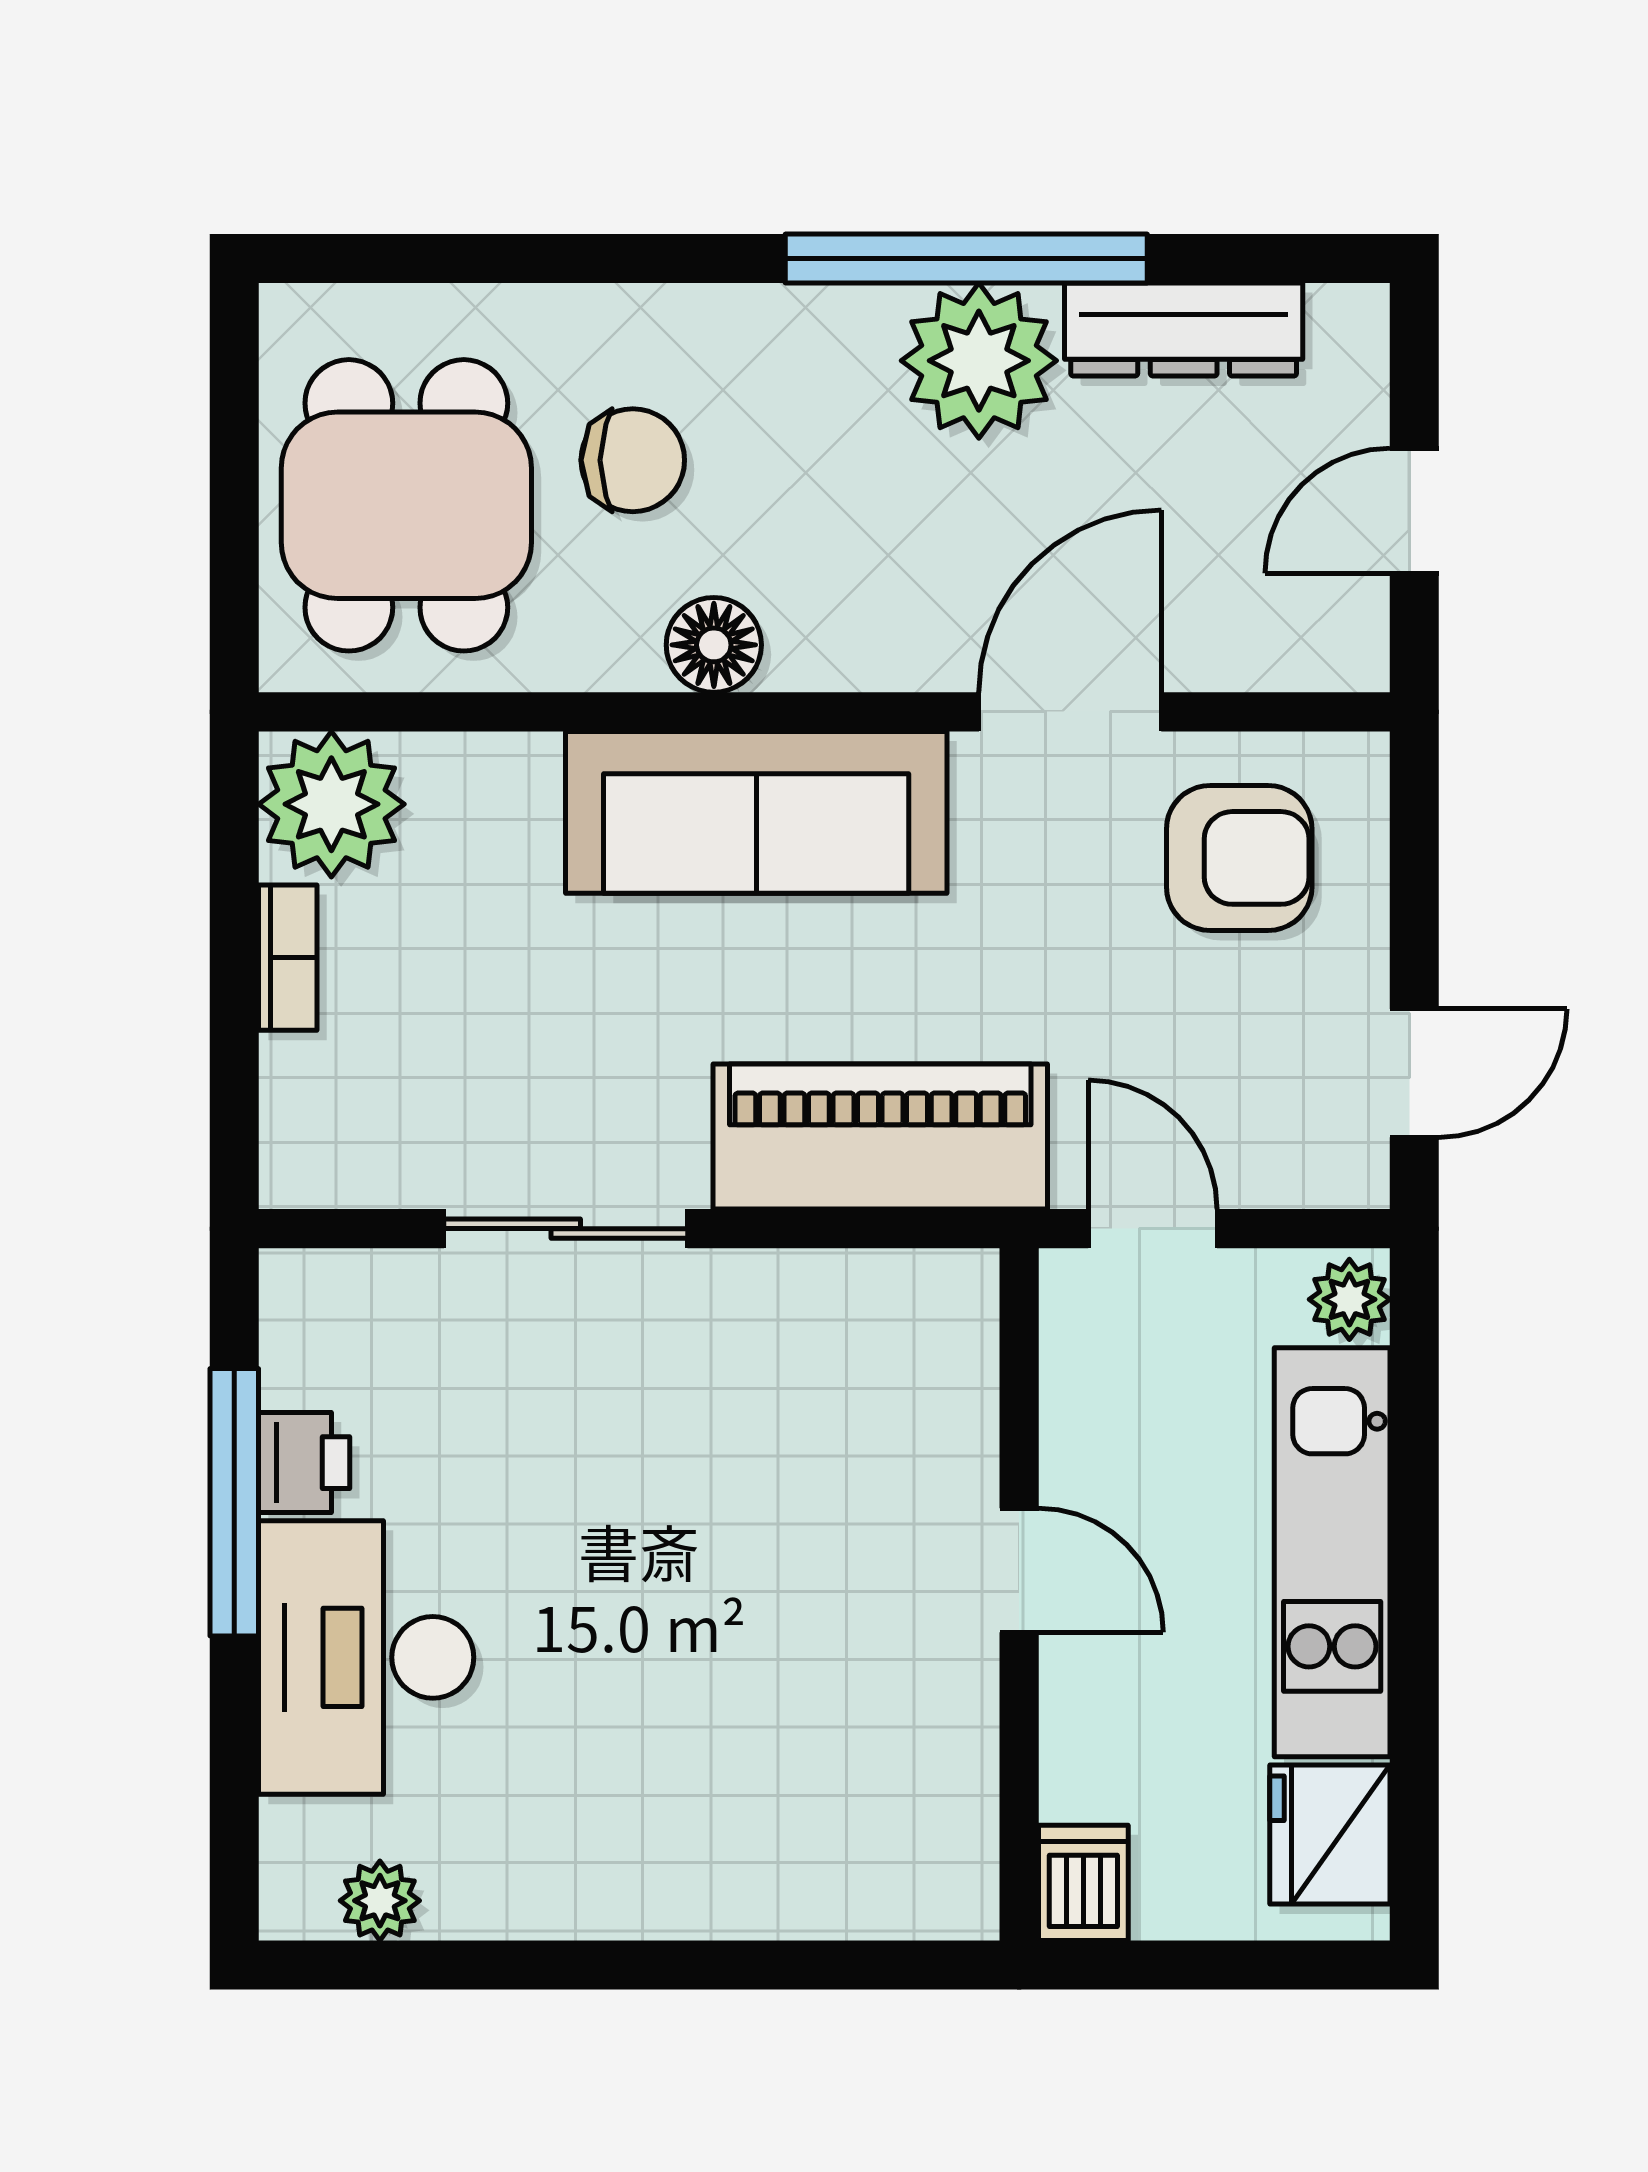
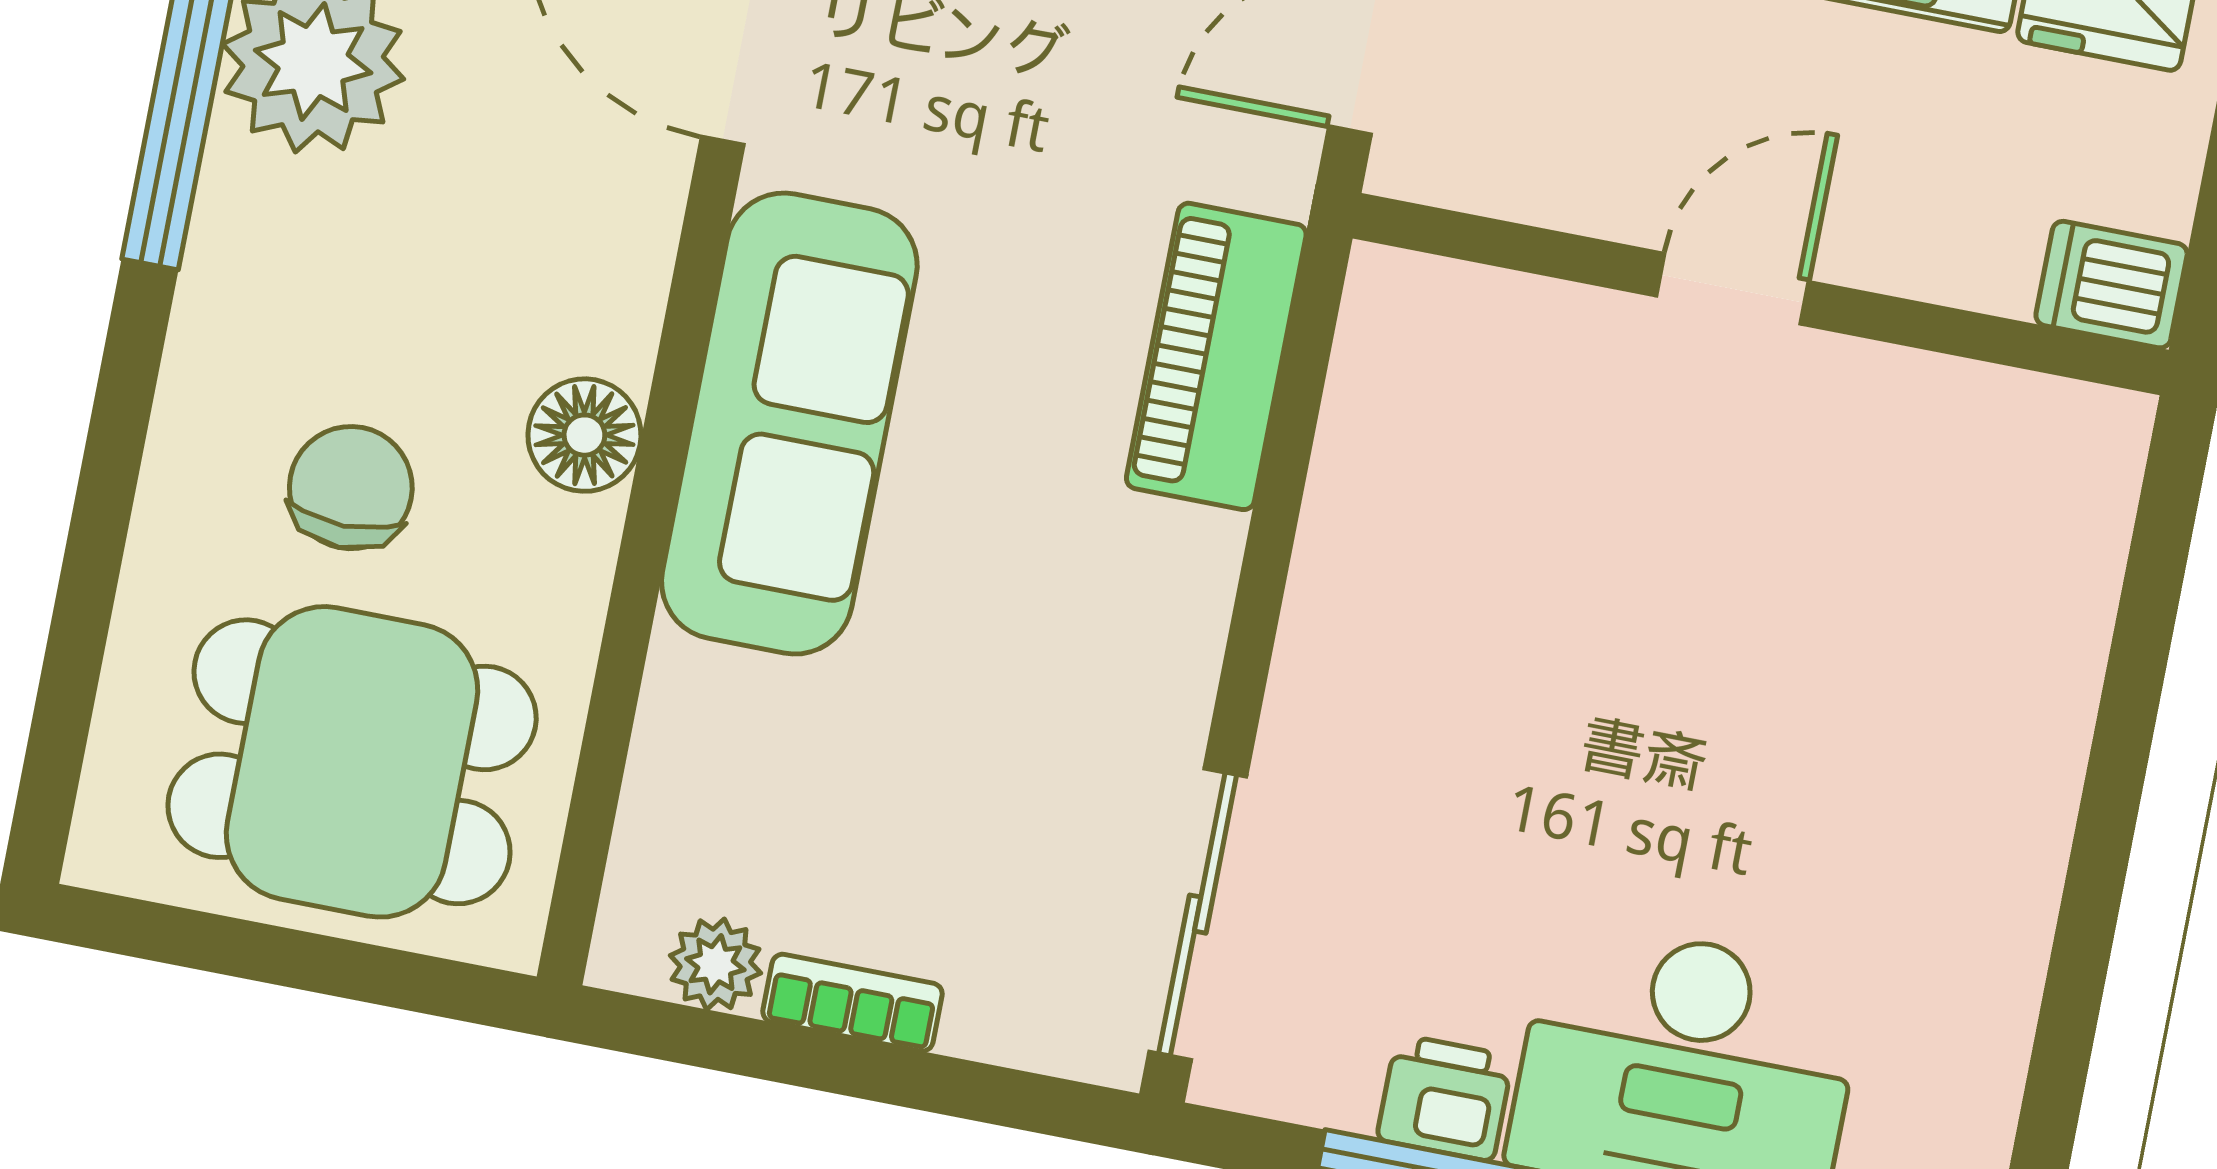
plant: (331, 804) -> (715, 964), width x0.53, depth x0.53
piano: (880, 1137) -> (1216, 356), width x0.73, depth x0.75
sliding door: (566, 1229) -> (1198, 914), moved
plant: (380, 1901) -> (1973, 1109), removed

